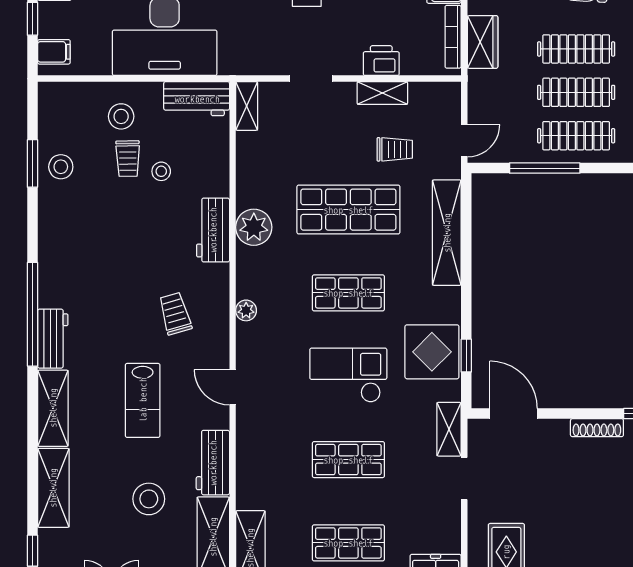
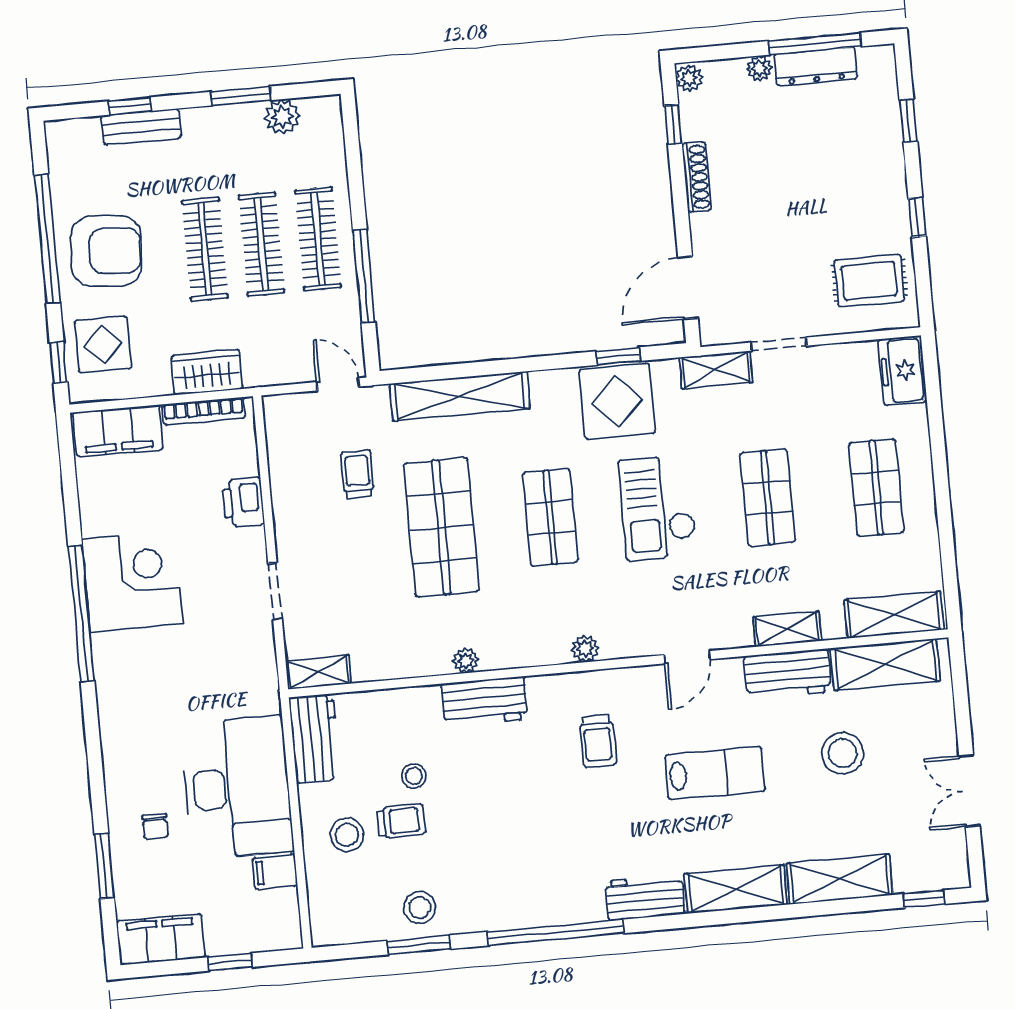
filing cabinet: (54, 52) -> (275, 872), moved, turned -90
shelving: (382, 93) -> (787, 629), moved, turned 90
plant: (254, 227) -> (466, 661), width x0.53, depth x0.53
window: (32, 314) -> (556, 932), moved
trolley: (175, 314) -> (598, 741), turned -74

